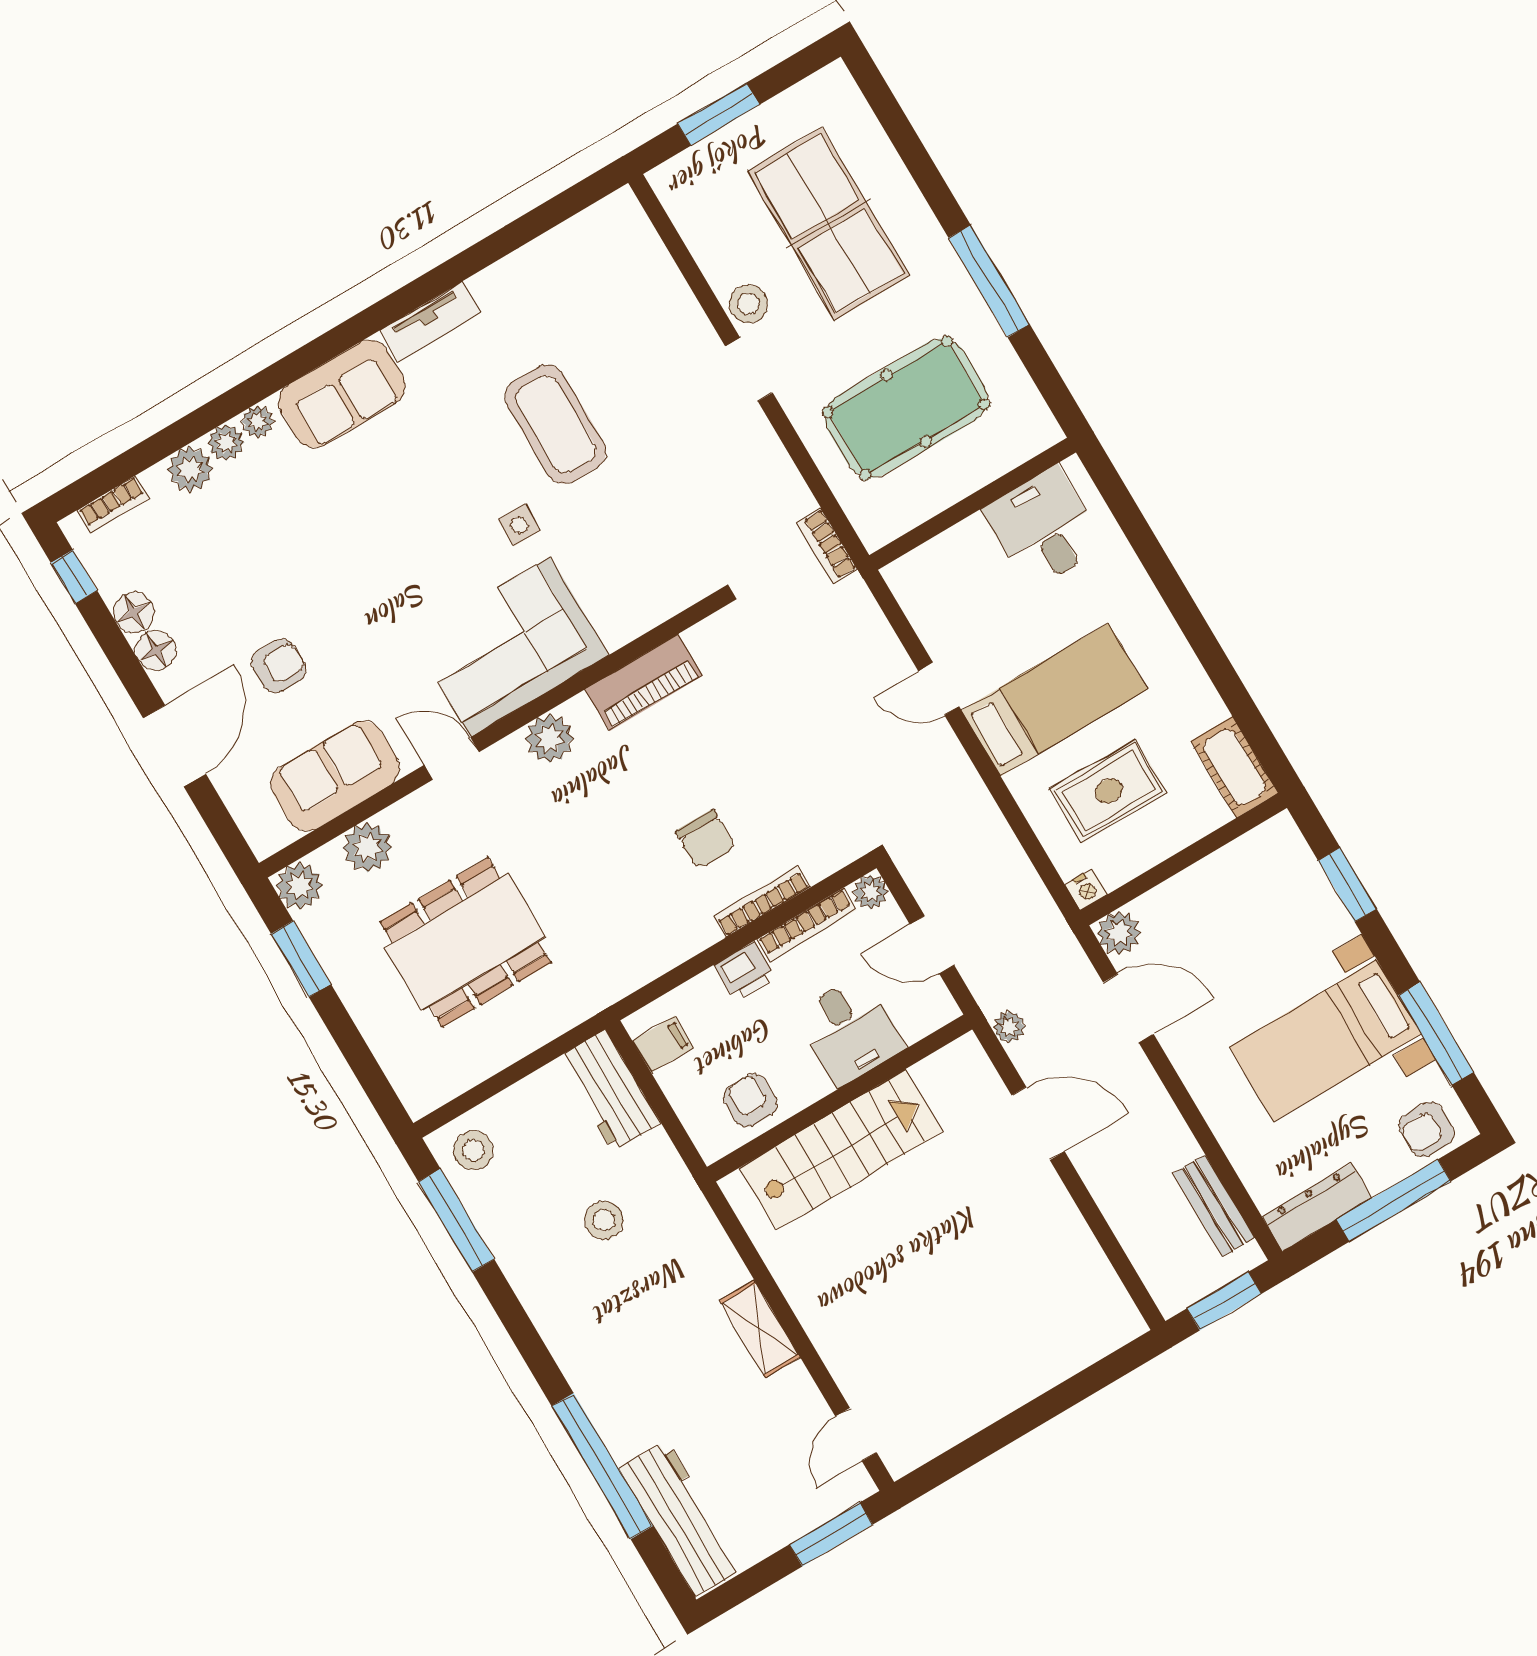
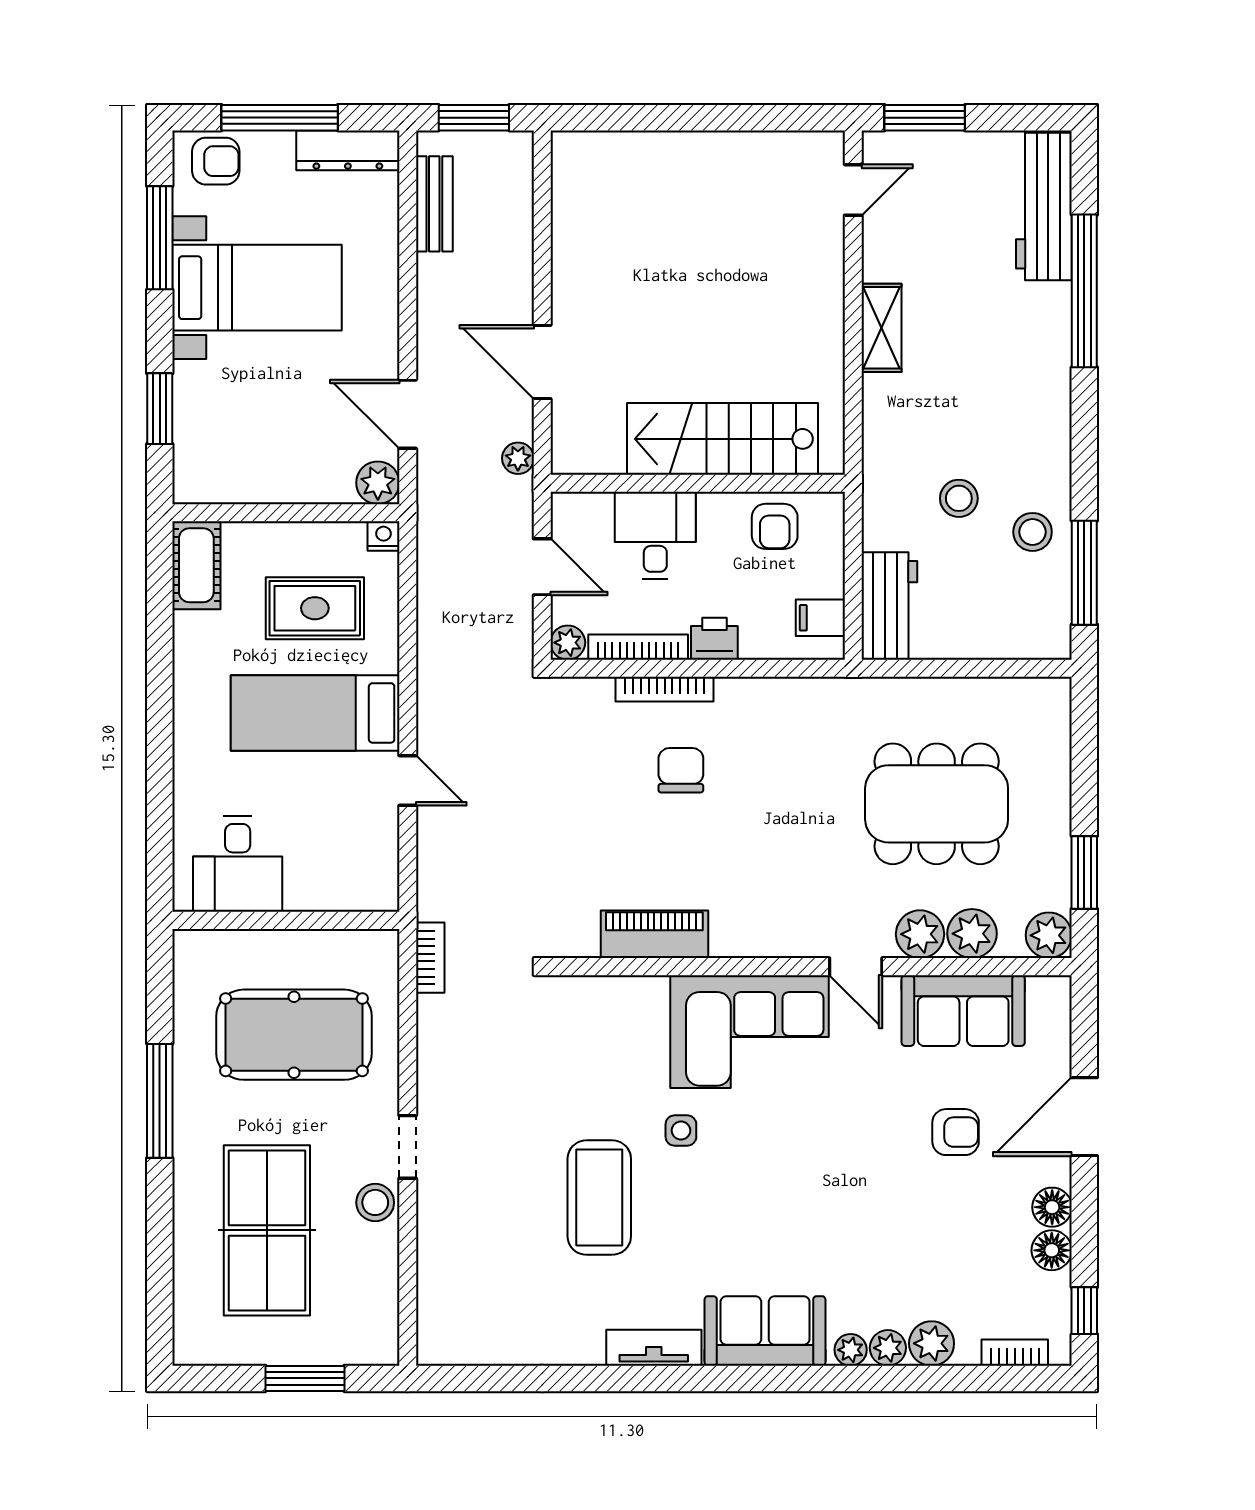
armchair: (279, 666) -> (956, 1132), turned 180
plant: (550, 739) -> (920, 934), moved
stool: (473, 1150) -> (1033, 532), moved

